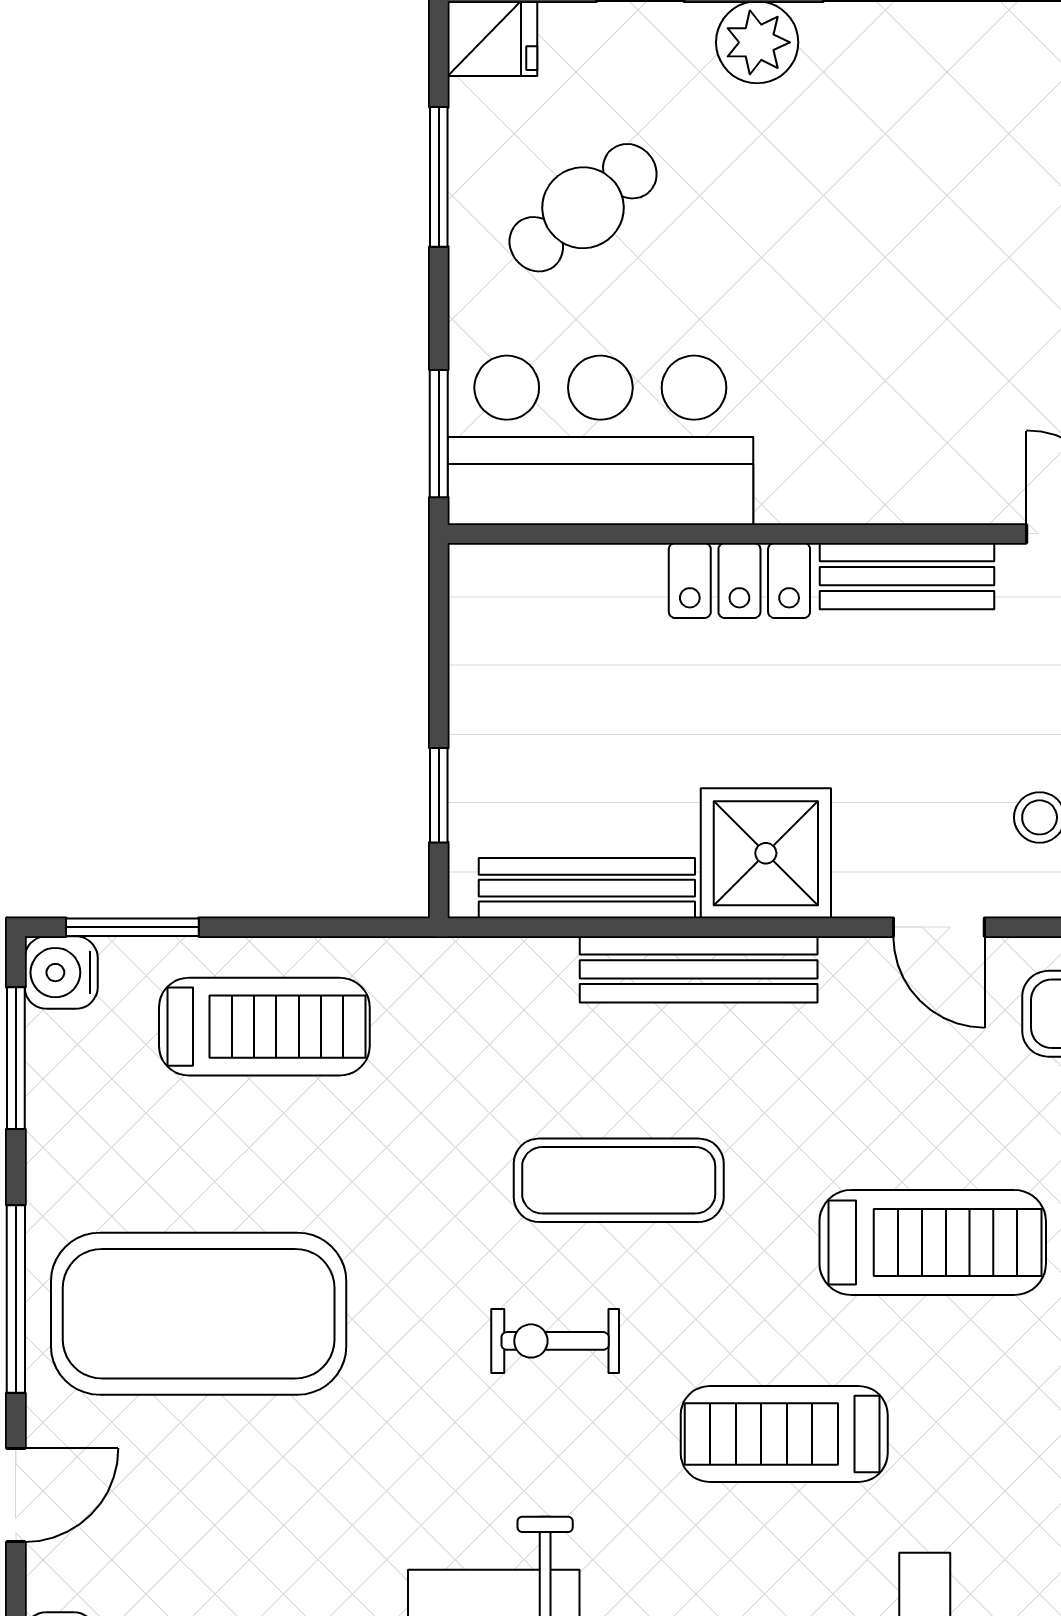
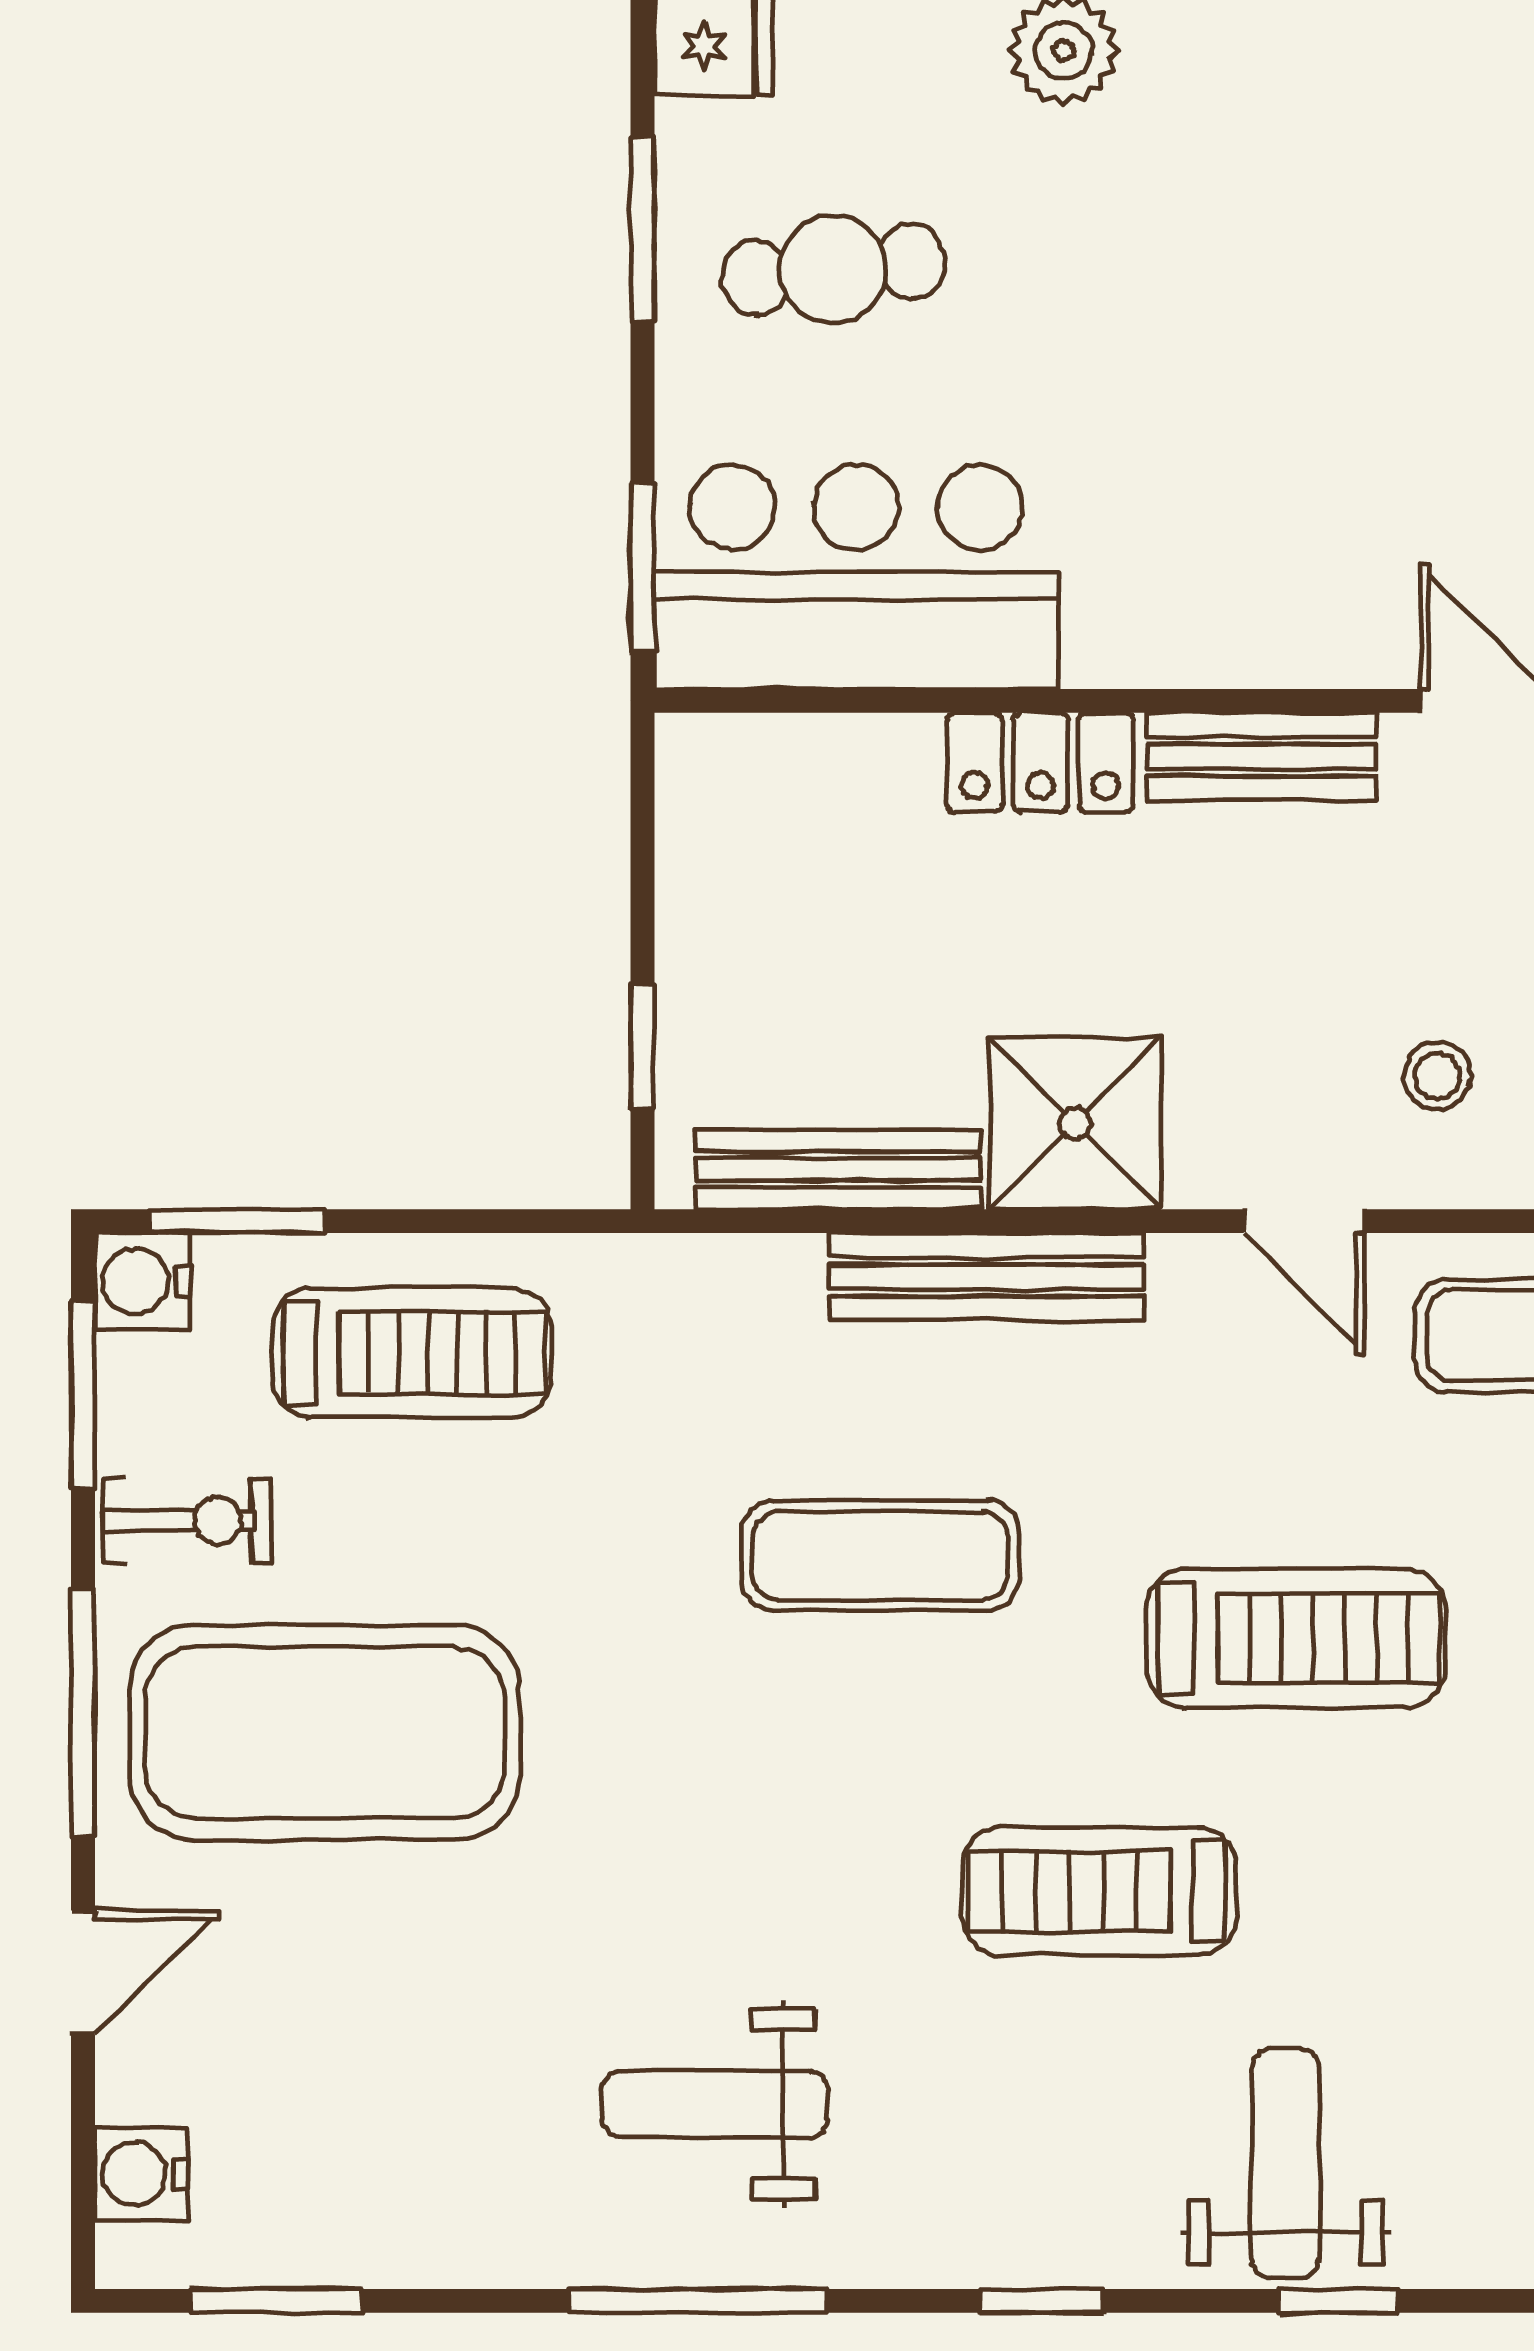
cafe table: (583, 208) -> (833, 269), turned 32
exercise bike: (555, 1341) -> (187, 1521), moved, turned 180

